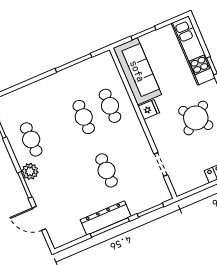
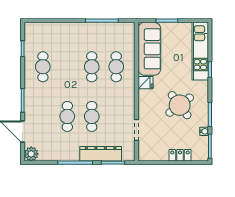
plant: (30, 171) -> (31, 154), moved
cafe table: (80, 182) -> (67, 116), added
dresser: (106, 218) -> (101, 154), moved

